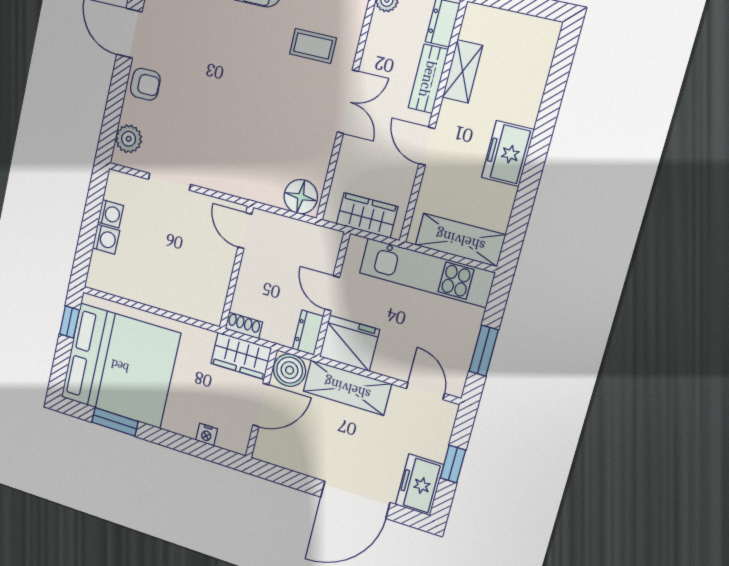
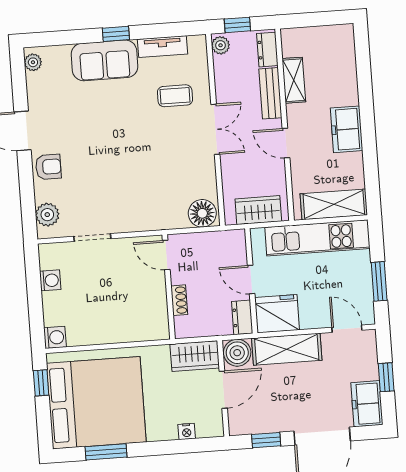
washing machine: (106, 239) -> (55, 337), moved
shoe rack: (244, 325) -> (179, 300), moved, turned 90
window: (290, 479) -> (266, 440), added

